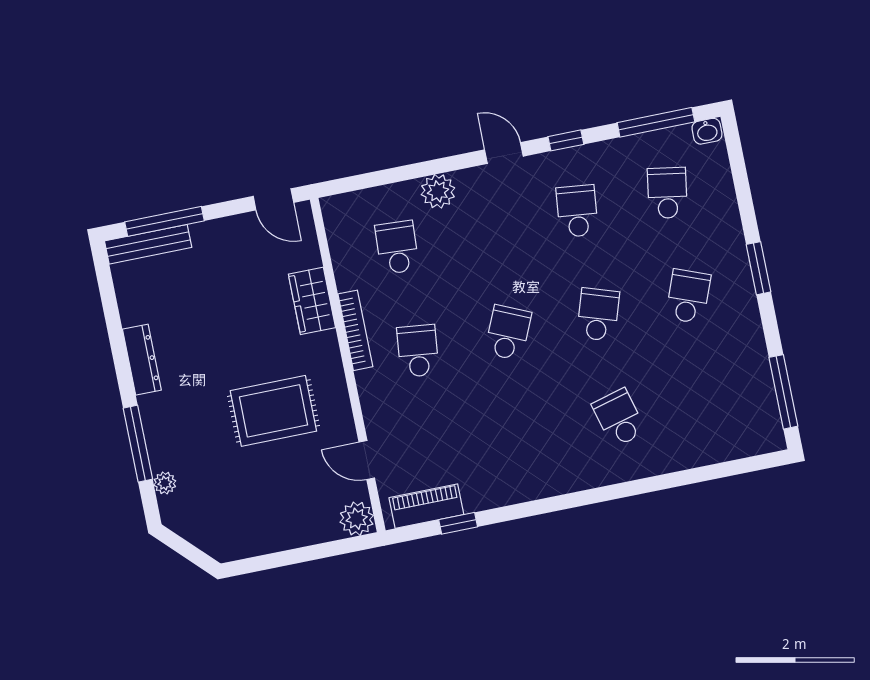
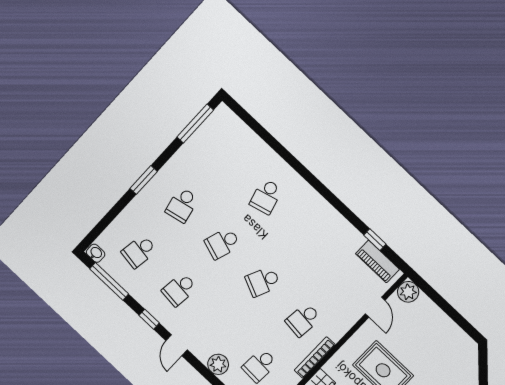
school desk: (688, 296) -> (182, 205), turned -33

